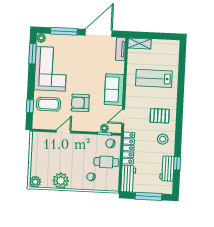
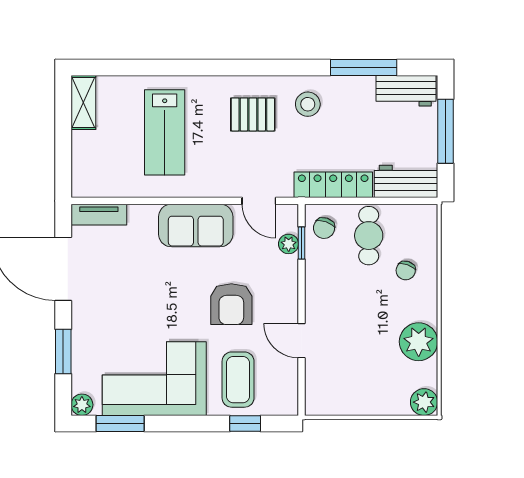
window: (64, 31) -> (63, 351), width x0.69
shelving: (139, 43) -> (83, 103), moved
pallet: (160, 116) -> (253, 114), turned 90
window: (177, 163) -> (364, 67), width x2.17
workbench: (167, 169) -> (406, 91), moved

